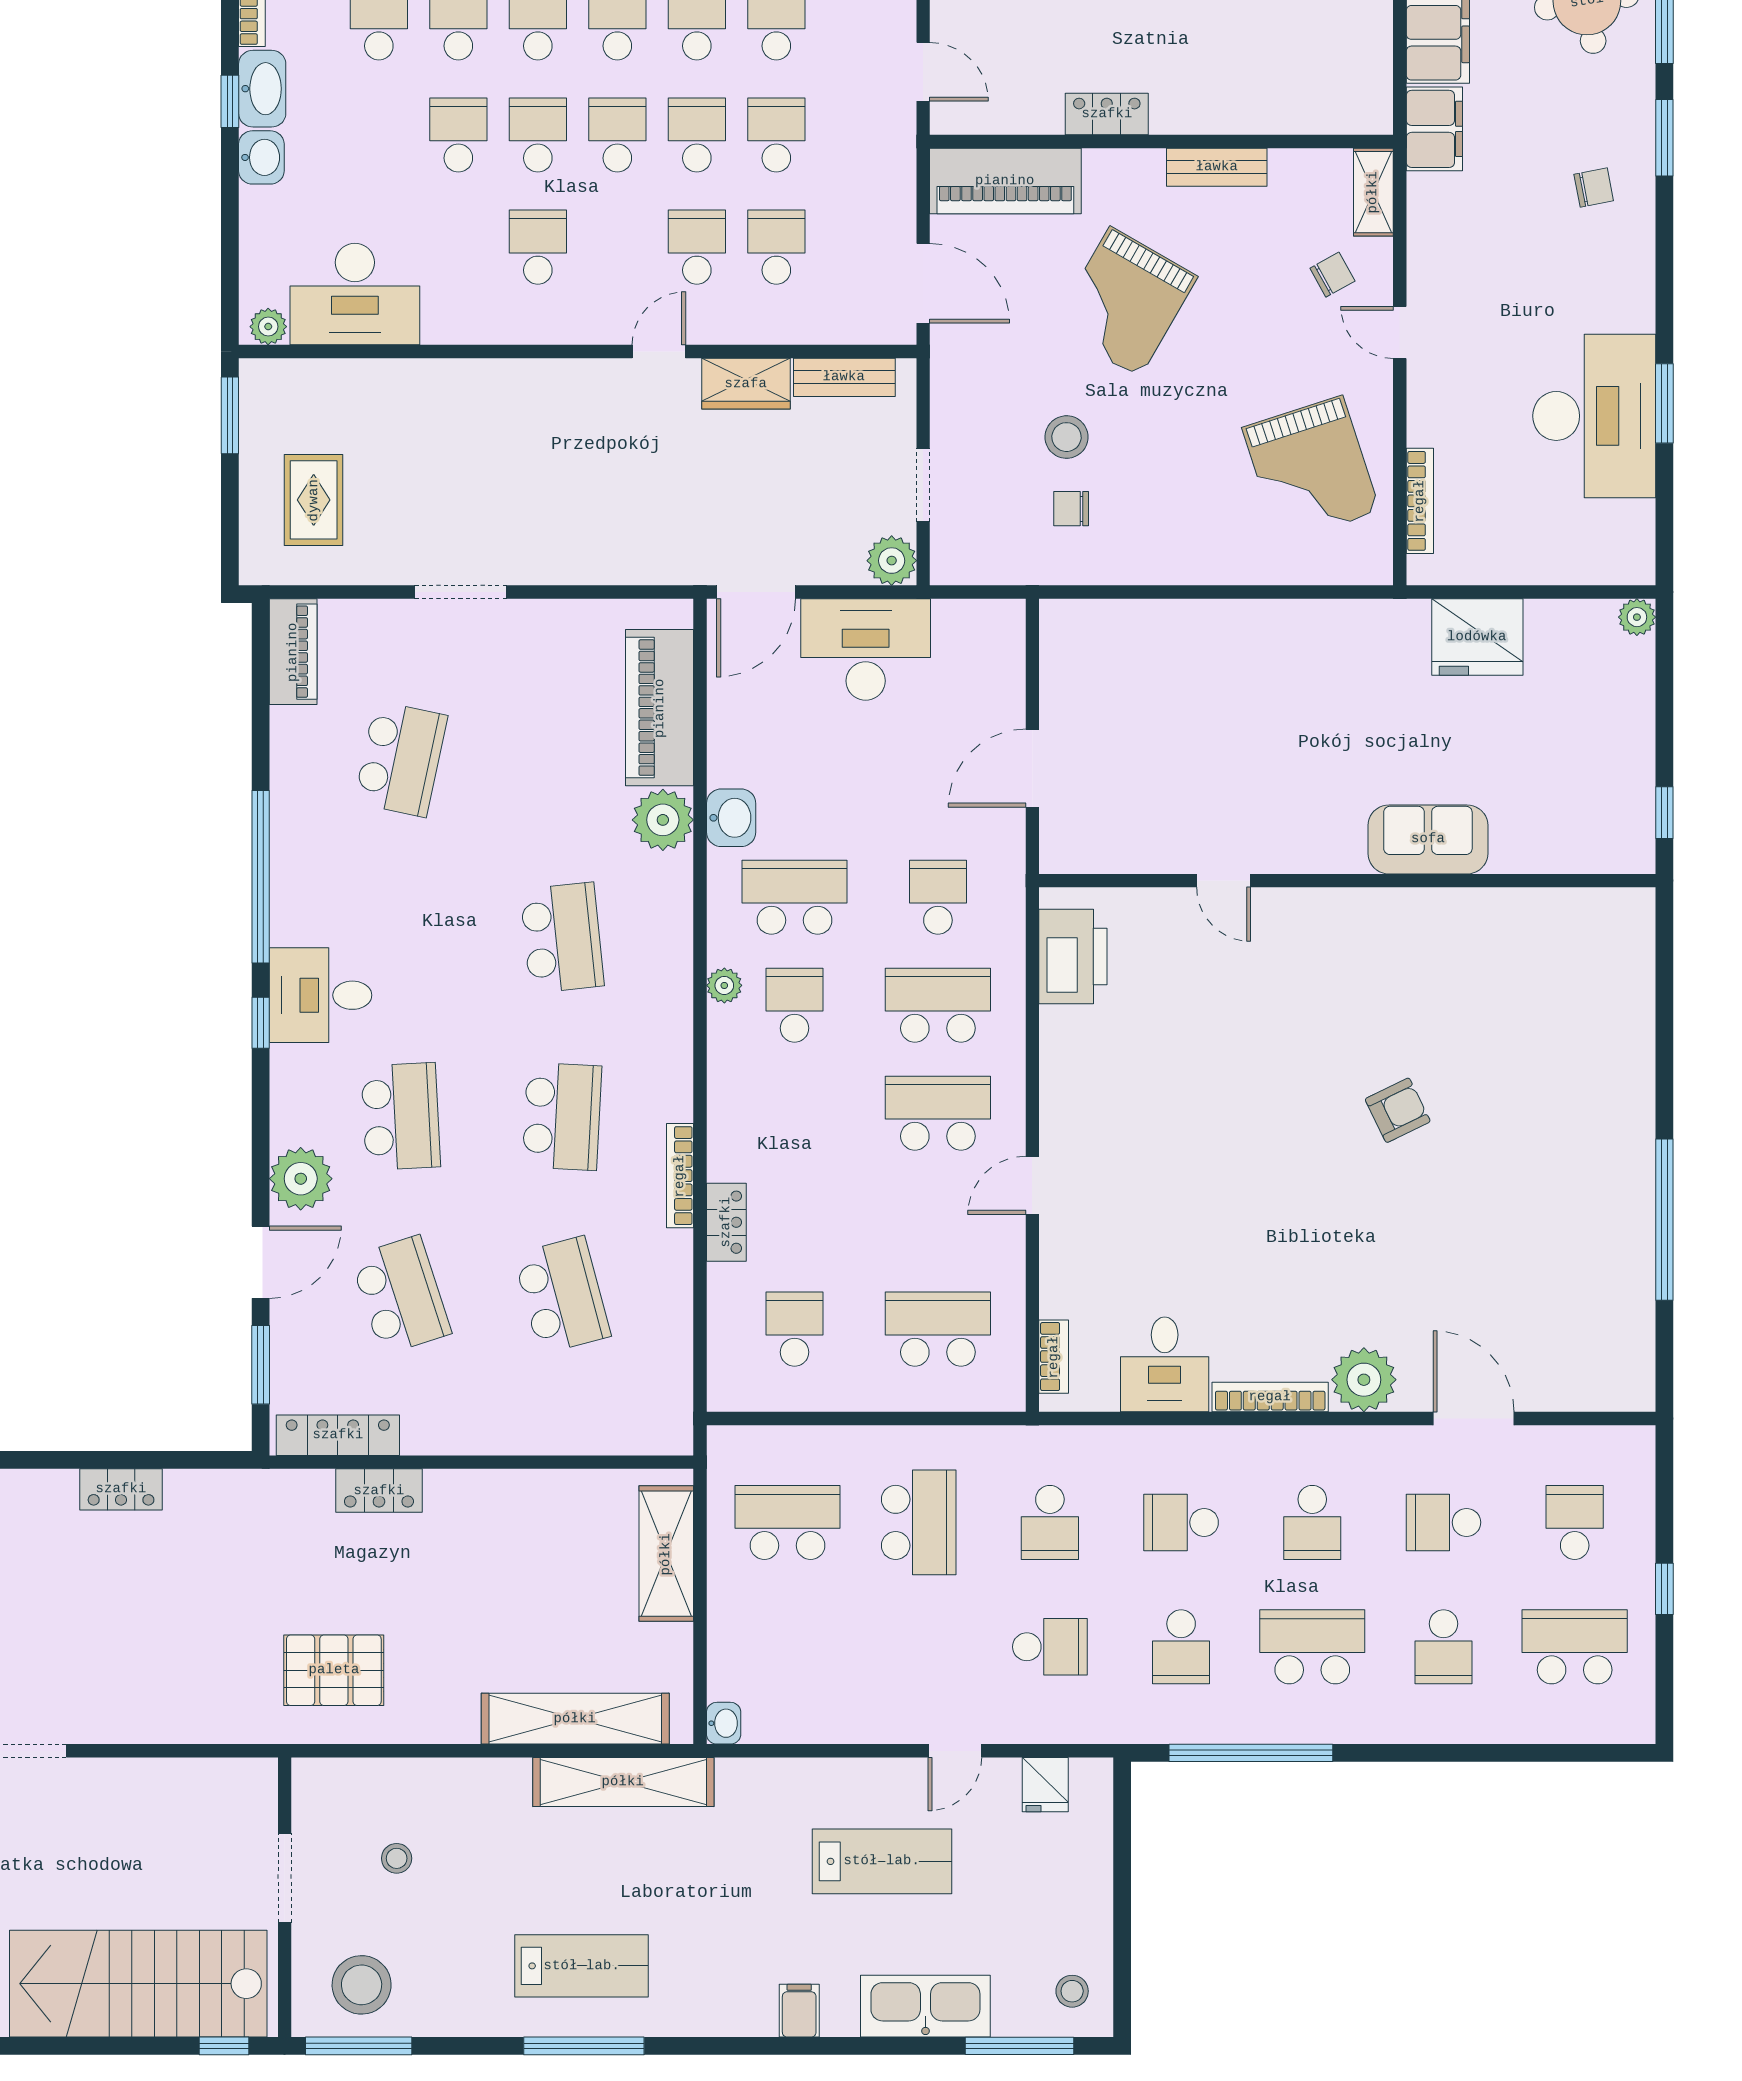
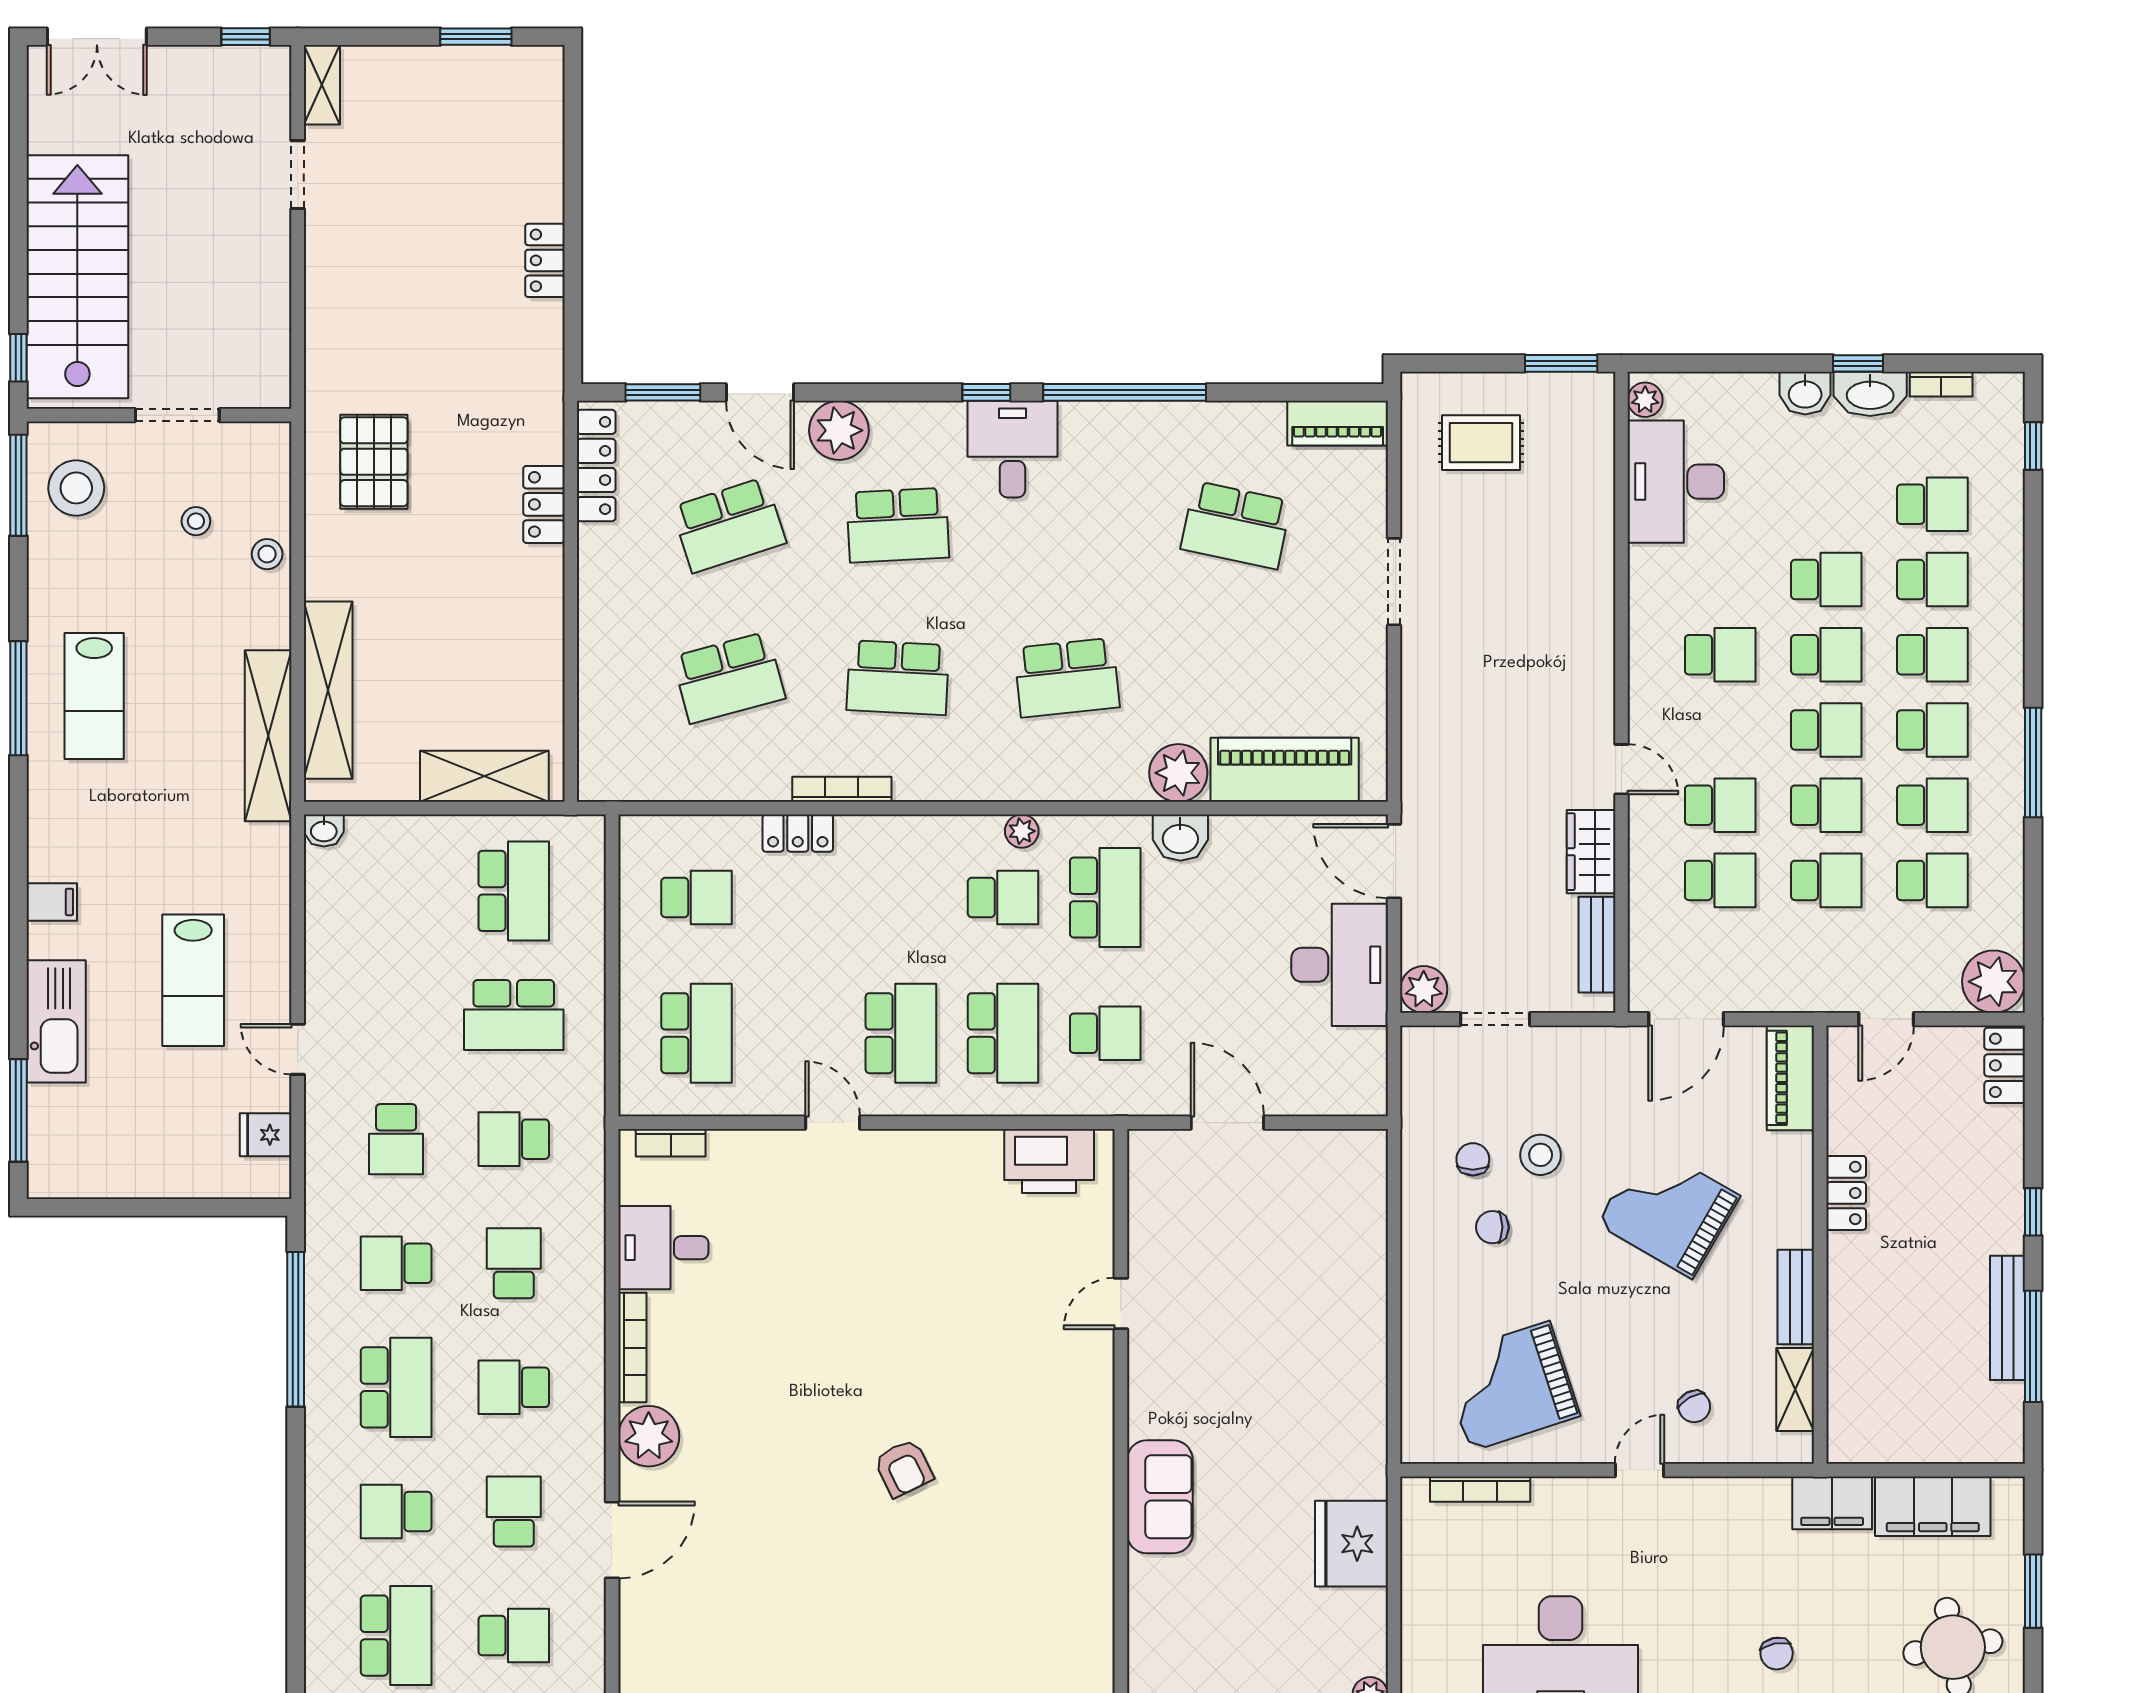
piano: (1005, 181) -> (1790, 1078), width x0.73, depth x0.75
shelving: (1373, 192) -> (1795, 1389), moved, turned 90
chair: (1143, 488) -> (1492, 1227), added
stool: (1072, 1991) -> (267, 554), moved

